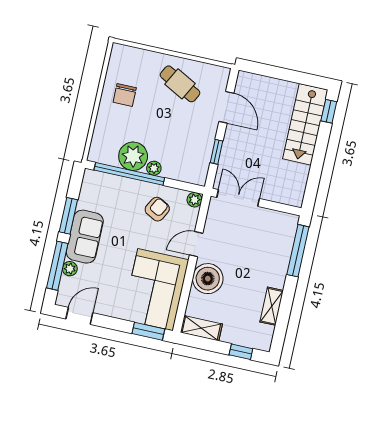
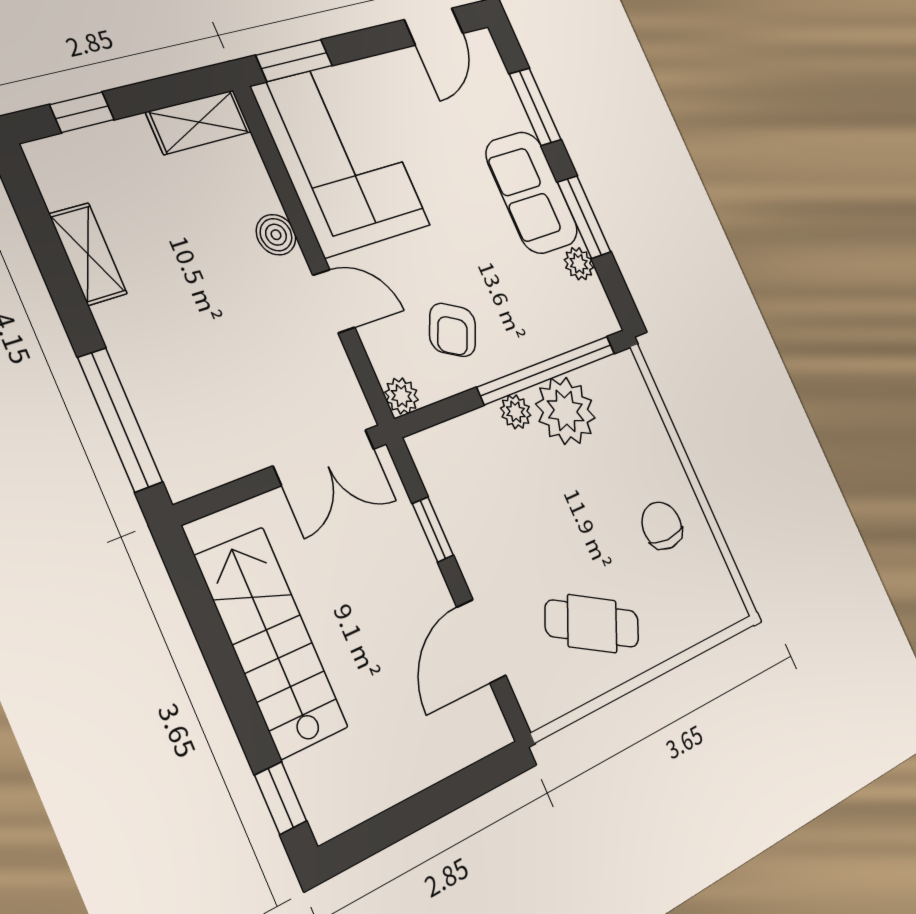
door: (226, 107) -> (481, 641), hinge flipped
stairs: (305, 124) -> (271, 642), moved
door: (196, 244) -> (334, 301), hinge flipped
window: (57, 266) -> (535, 107), width x0.69
plant: (70, 269) -> (579, 264), moved
boiler: (208, 279) -> (276, 235), width x0.54, depth x0.54

